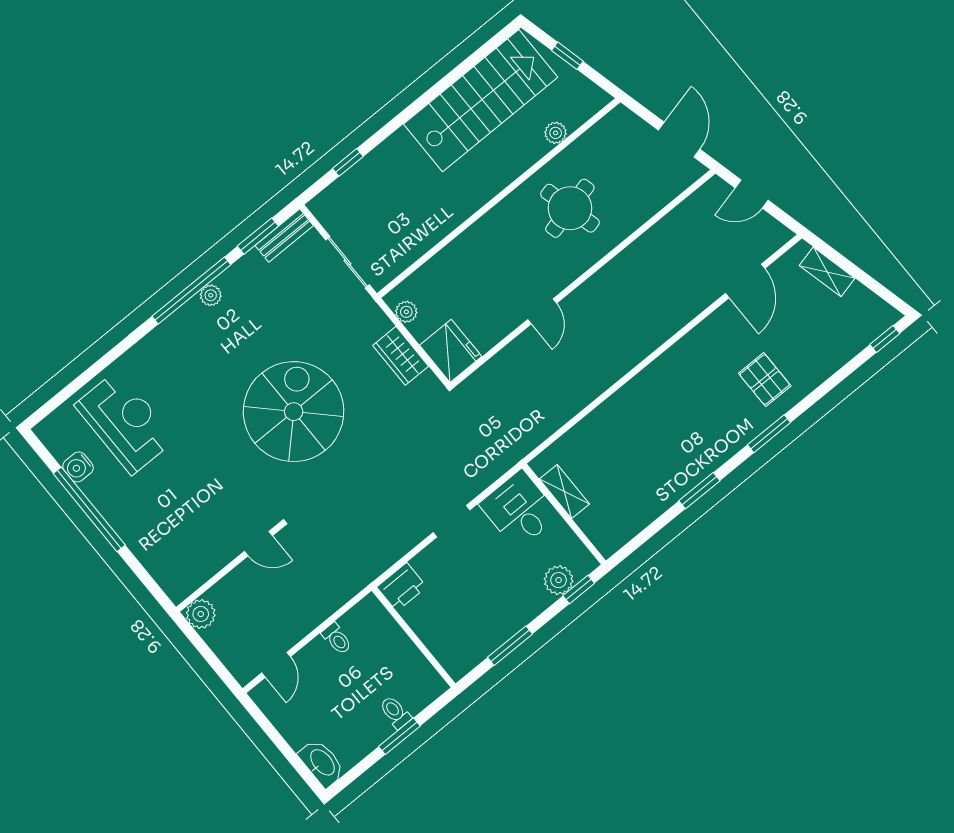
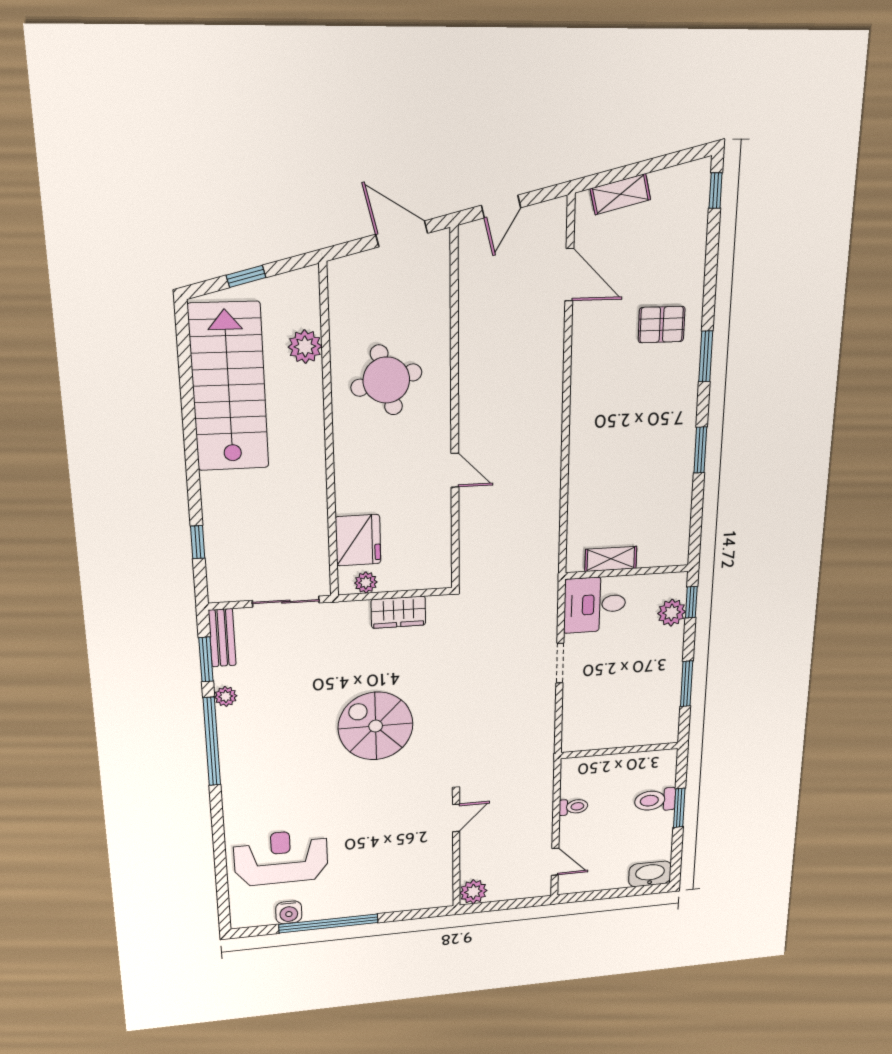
plant: (556, 133) -> (305, 347), width x1.38, depth x1.38
plant: (211, 295) -> (226, 696), moved
fridge: (451, 351) -> (358, 540), moved, turned 90
spiral stairs: (294, 412) -> (376, 726), width x0.73, depth x0.73
printer: (402, 587) -> (577, 734), removed
toilet: (395, 712) -> (655, 800), width x1.37, depth x1.39

